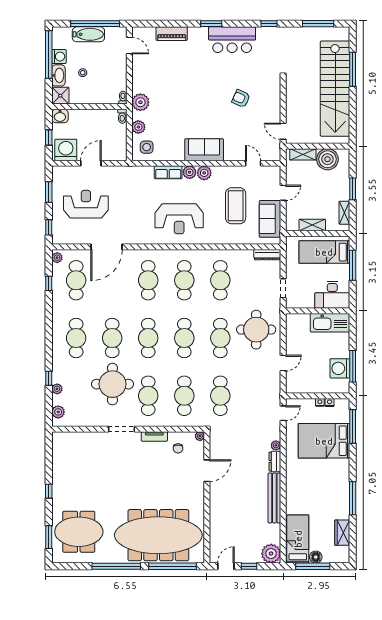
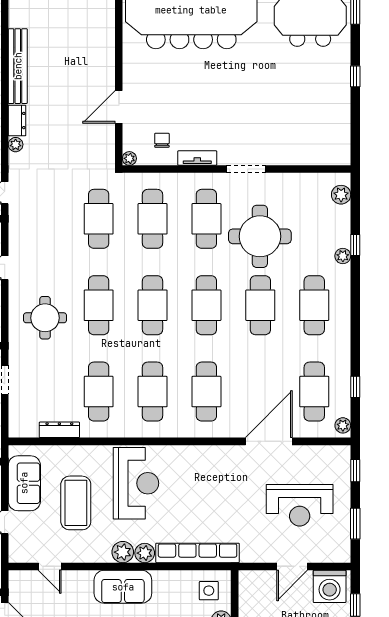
row of seats: (168, 172) -> (198, 553), width x2.02
reception desk: (179, 219) -> (136, 483), moved, turned 90
dresser: (267, 255) -> (59, 430), moved
round table: (256, 330) -> (45, 318), width x0.73, depth x0.73
plant: (57, 389) -> (343, 256), moved

